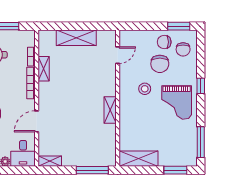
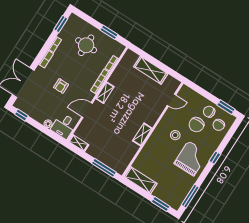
shelving: (44, 69) -> (105, 93), moved
grand piano: (177, 102) -> (191, 158), turned 180

